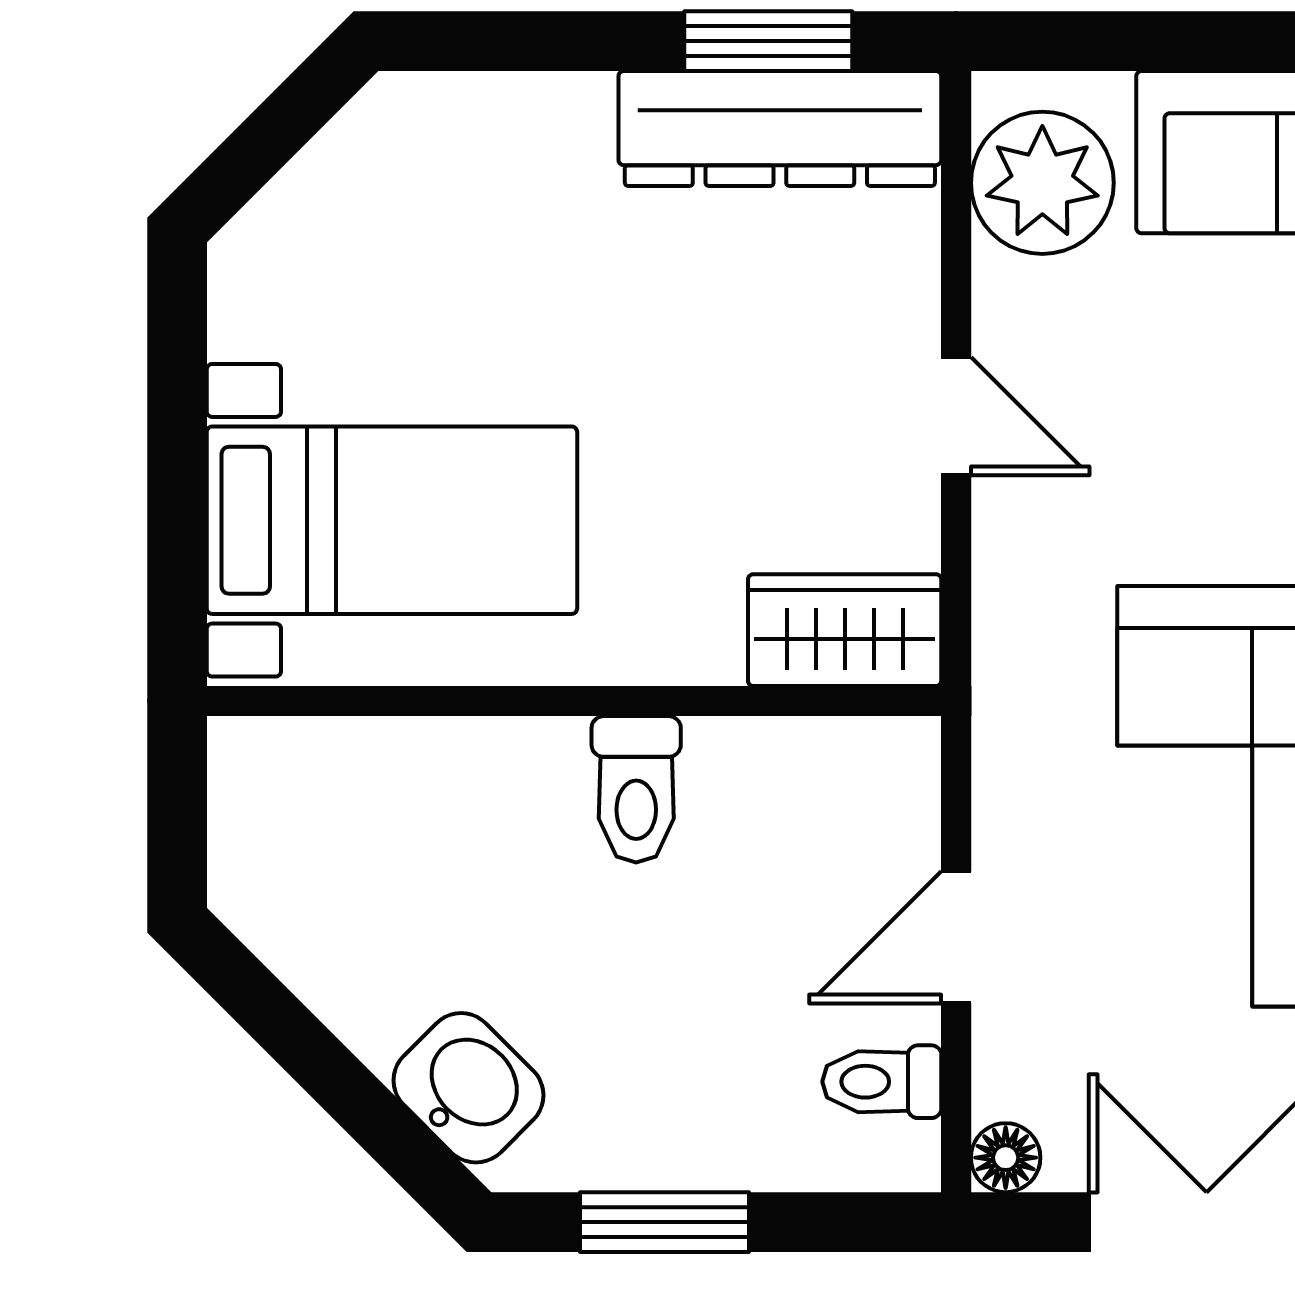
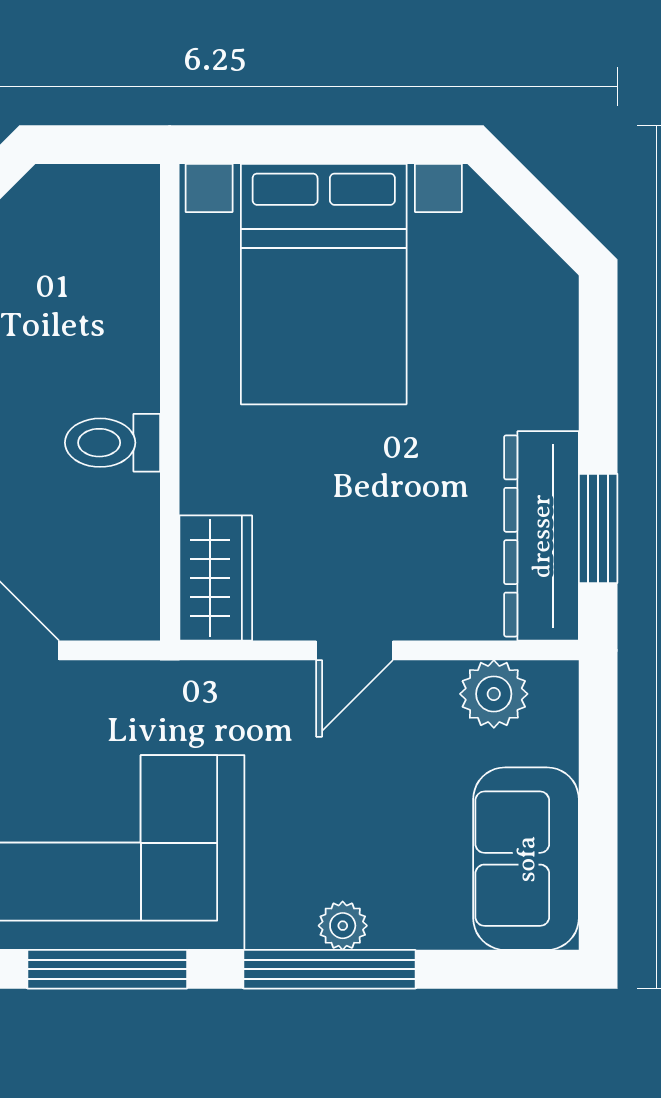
plant: (1042, 183) -> (494, 694), width x0.73, depth x0.73
bed with nightstands: (392, 520) -> (324, 284), width x1.36

